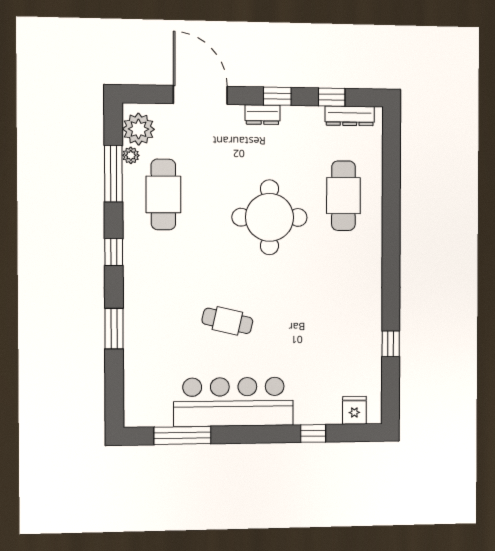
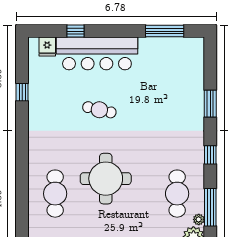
cafe table: (227, 321) -> (99, 110), moved
bar counter: (234, 402) -> (97, 53), moved

